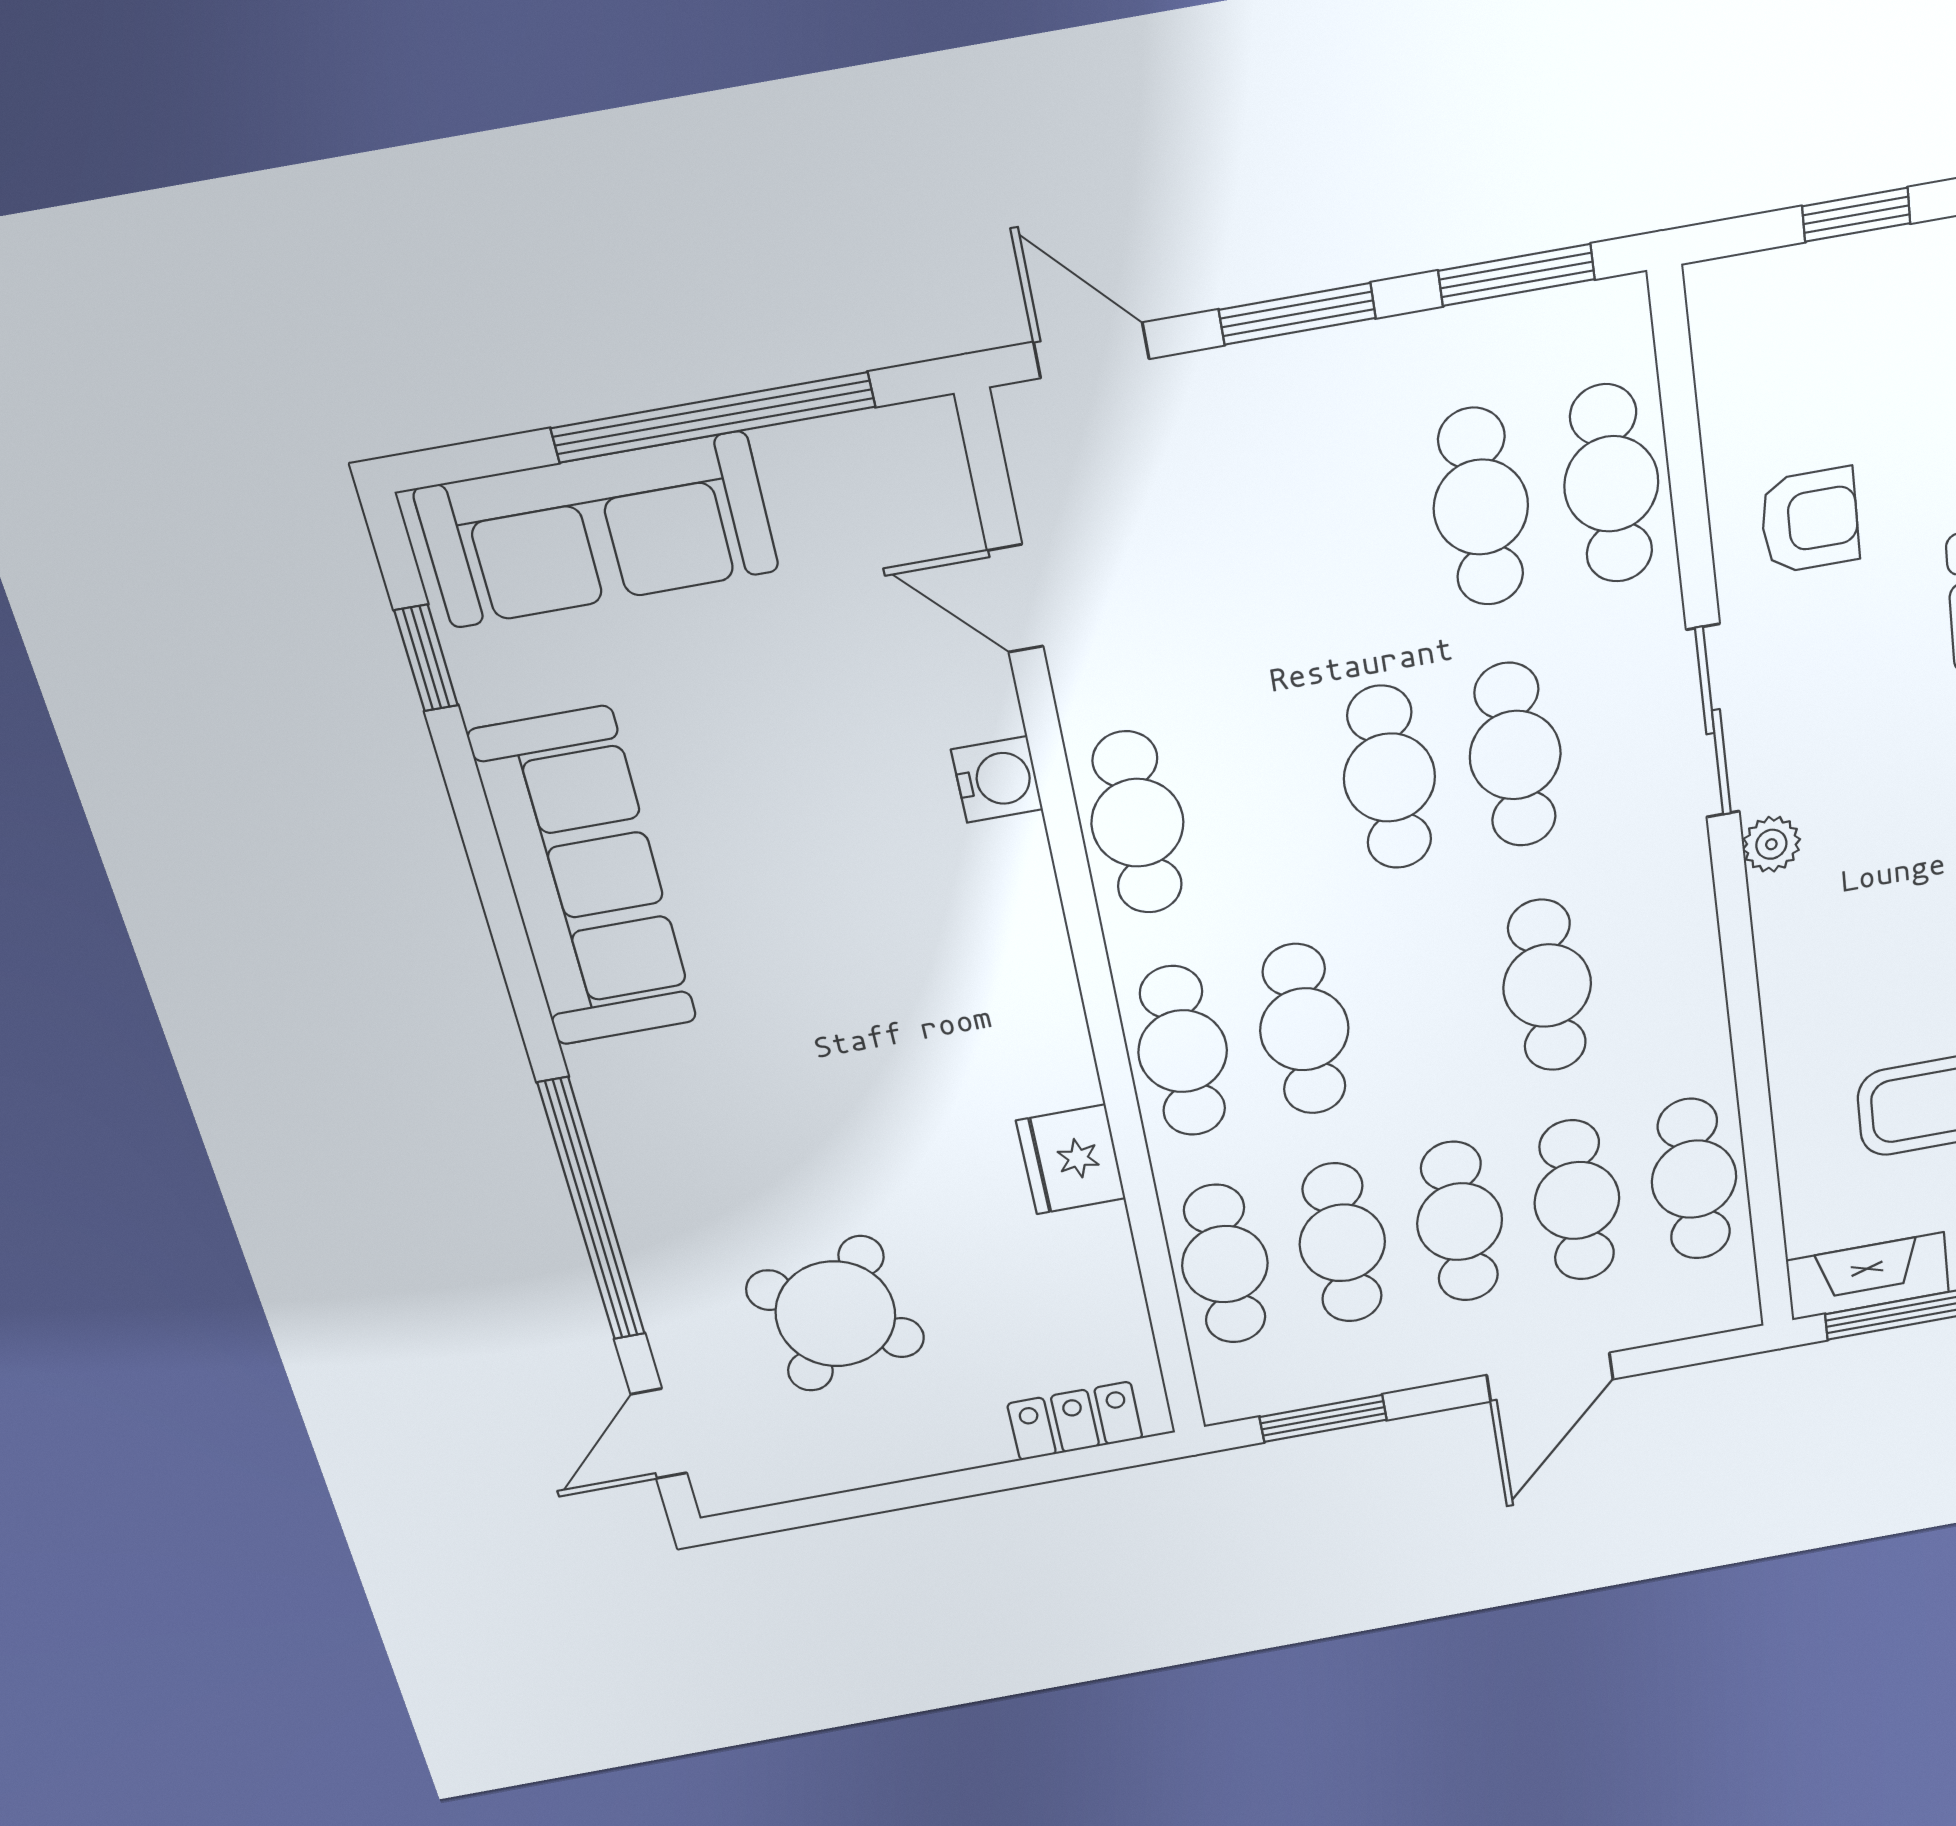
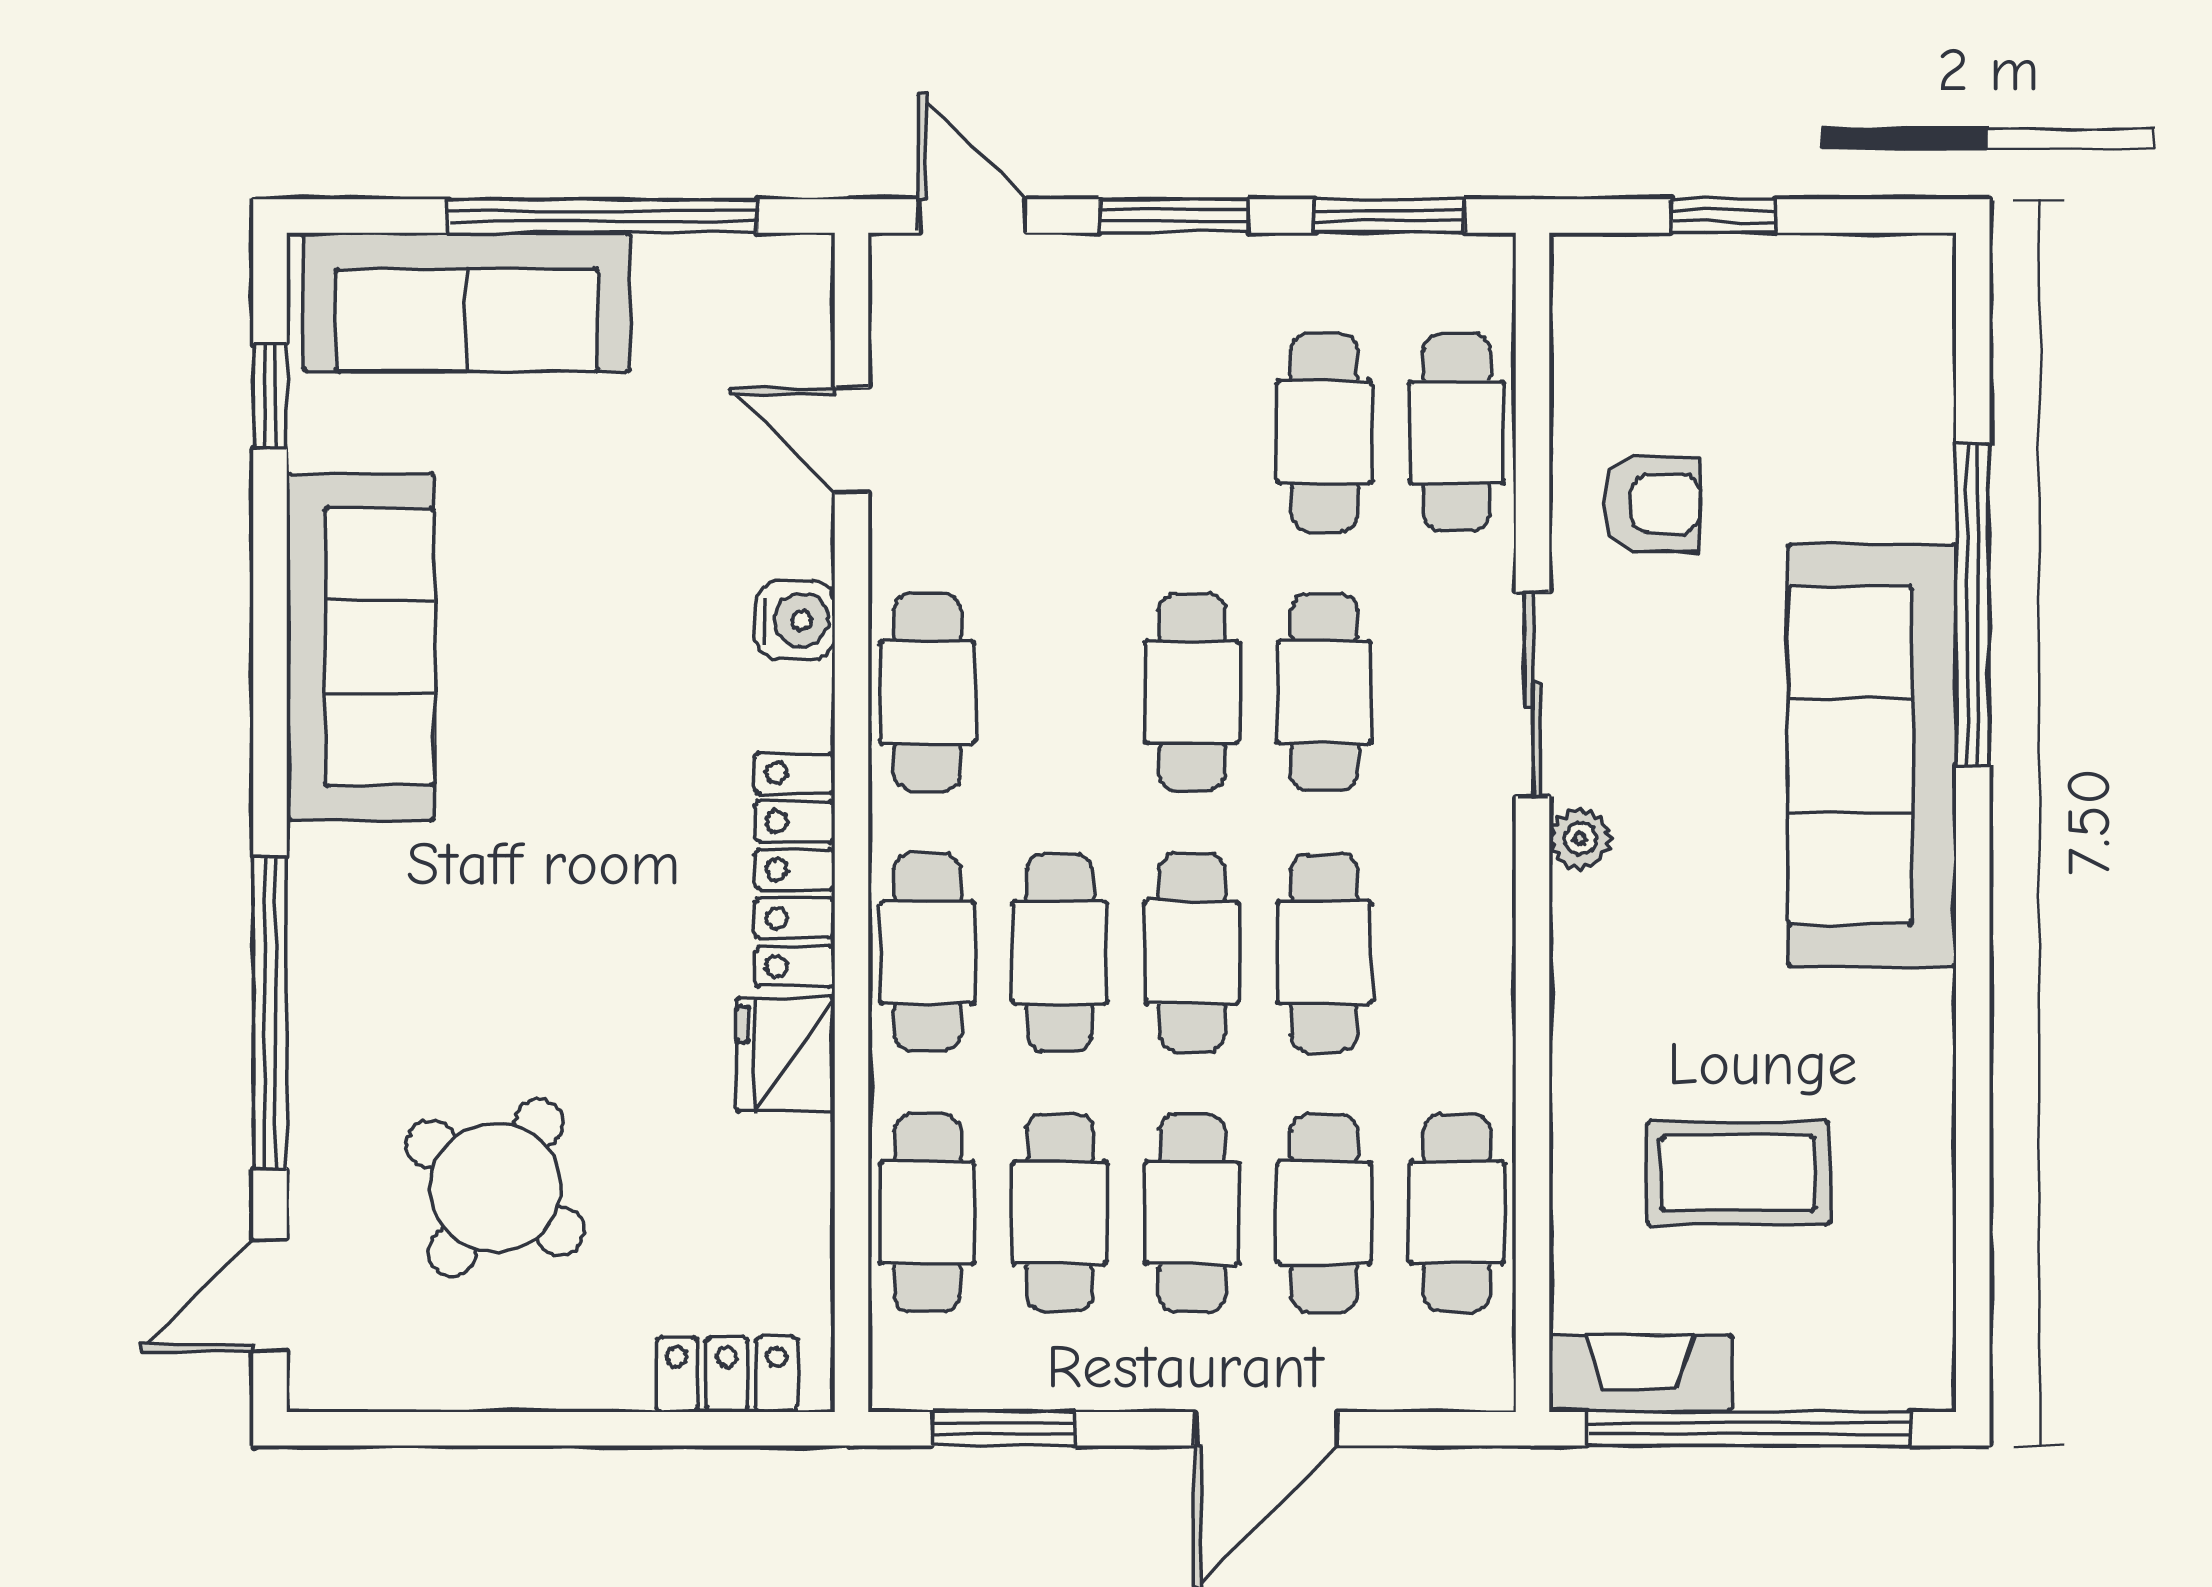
locker: (1045, 1003) -> (795, 870), added
cafe table: (1426, 1008) -> (1192, 952), added

